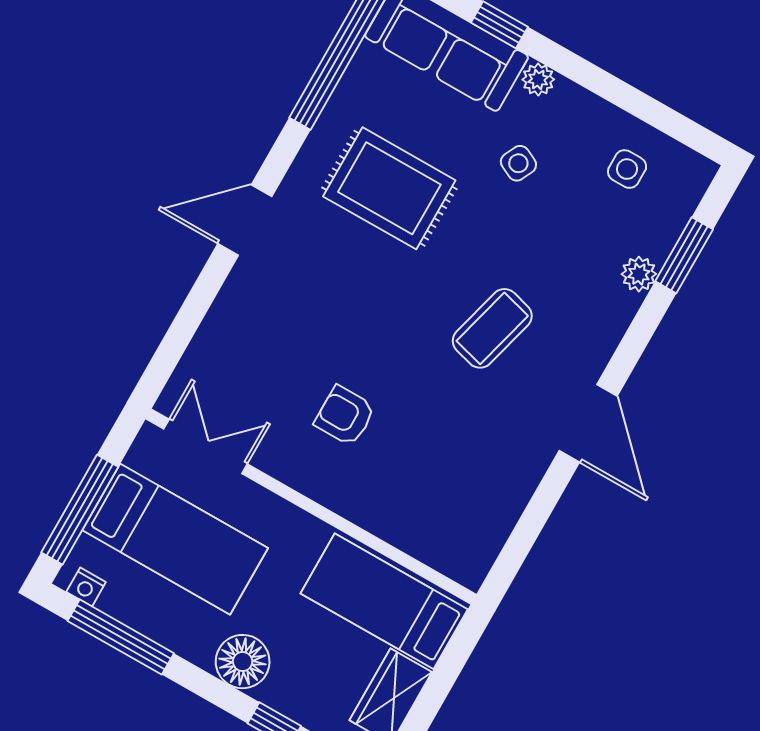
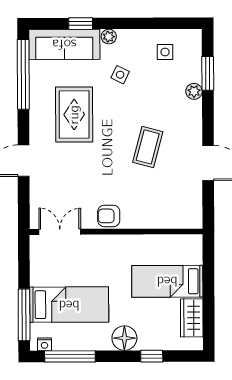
rug: (389, 188) -> (74, 115), turned 90
double door: (205, 446) -> (60, 232), moved
wall: (311, 507) -> (116, 232), moved

